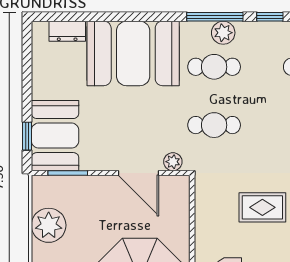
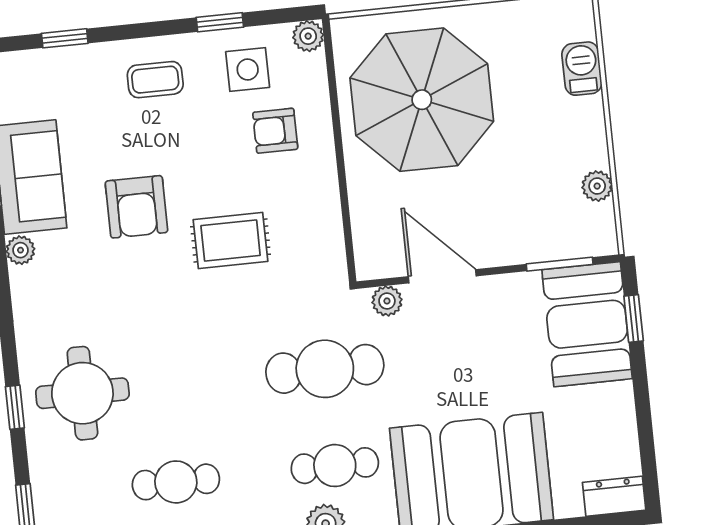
dresser: (67, 31) -> (614, 496), moved
cafe table: (214, 125) -> (325, 369), width x1.37, depth x1.35
plant: (49, 225) -> (597, 186), width x0.53, depth x0.53

